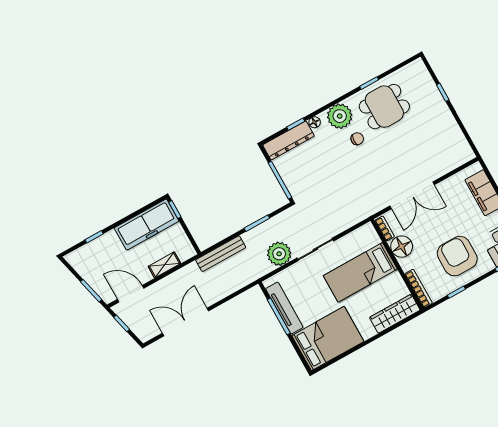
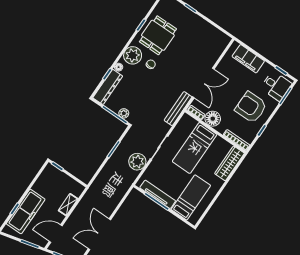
plant: (292, 184) -> (124, 113), added
freezer: (146, 225) -> (26, 211), moved
bench: (221, 254) -> (178, 109), moved
bed: (328, 339) -> (191, 197), width x0.67

